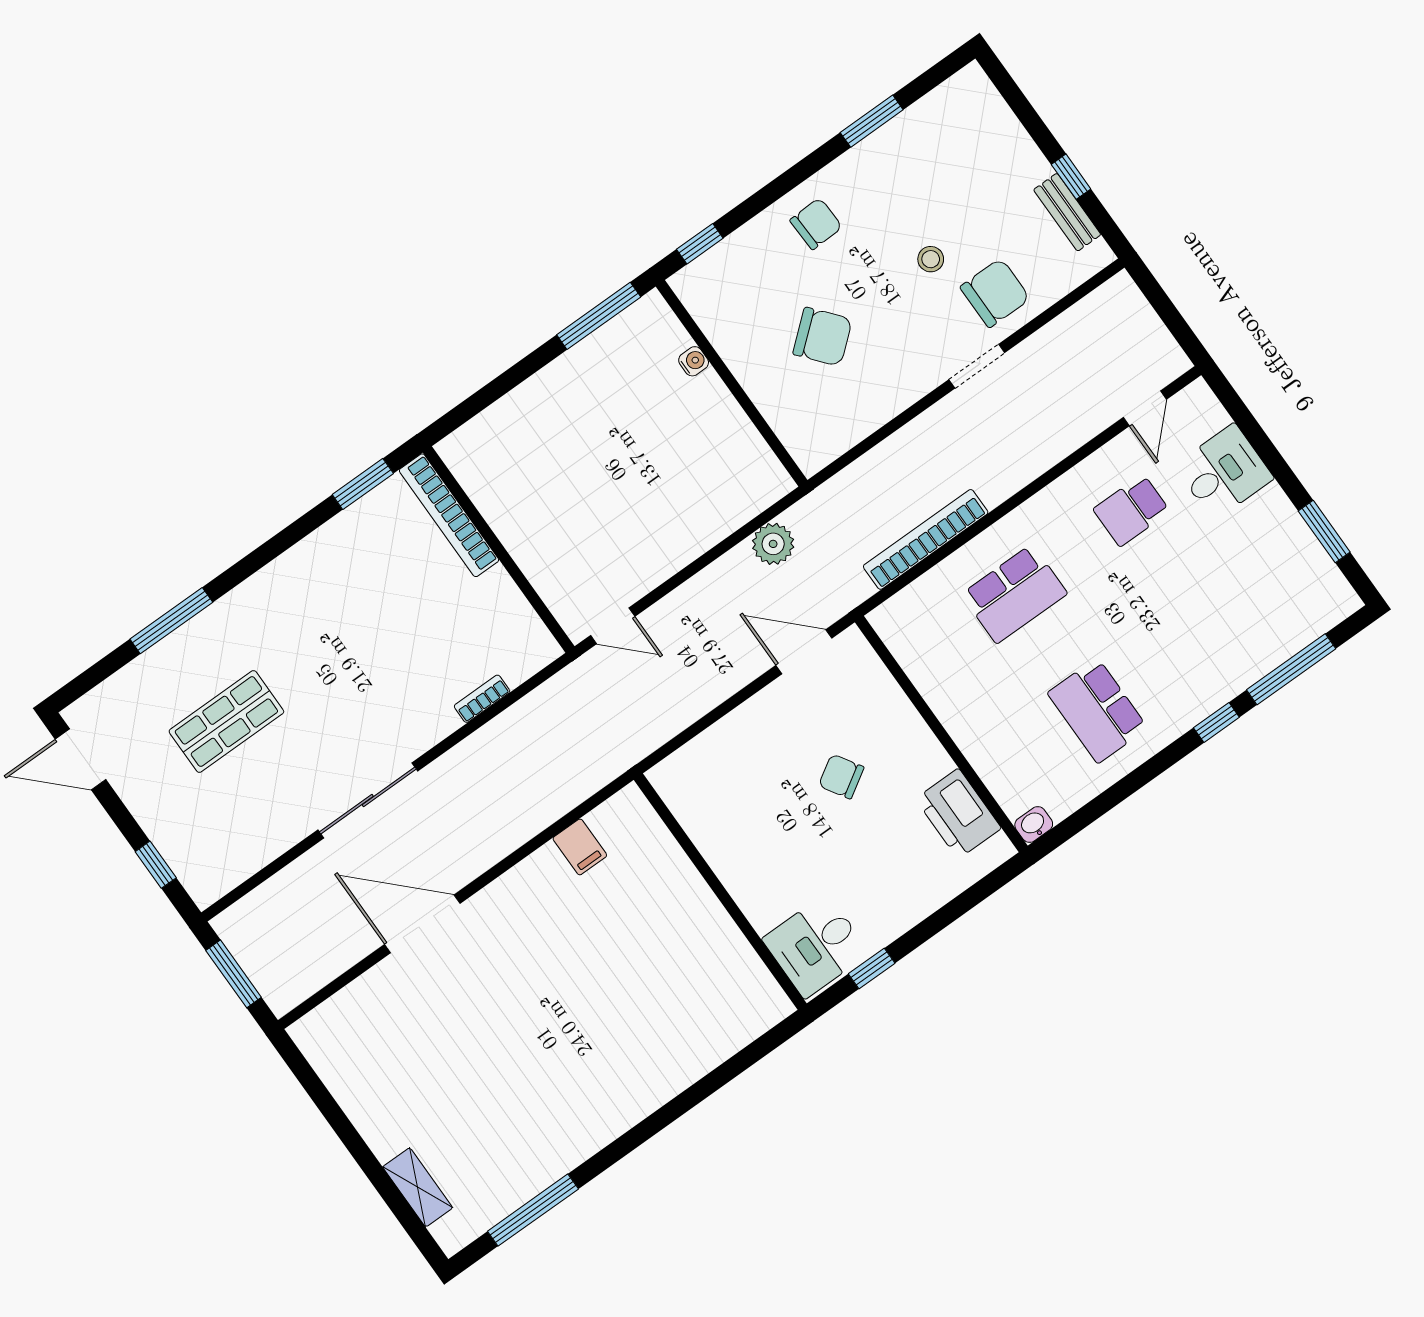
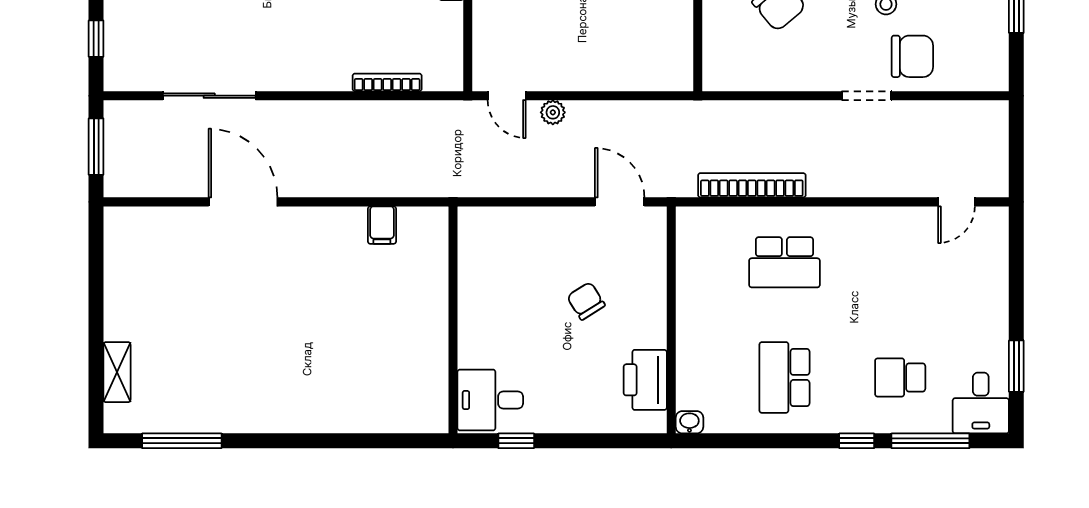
bench: (1067, 212) -> (997, 37), removed
desk: (1224, 472) -> (981, 403), moved, turned 90
school desk: (1131, 510) -> (900, 377), moved
plant: (773, 544) -> (553, 112), moved, width x0.73, depth x0.73
bookcase: (482, 699) -> (387, 82), width x1.56
sliding door: (368, 801) -> (209, 96), moved

